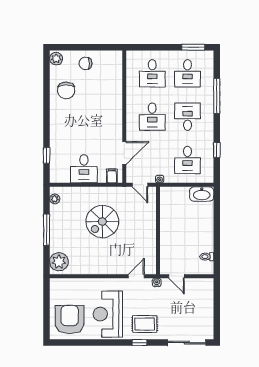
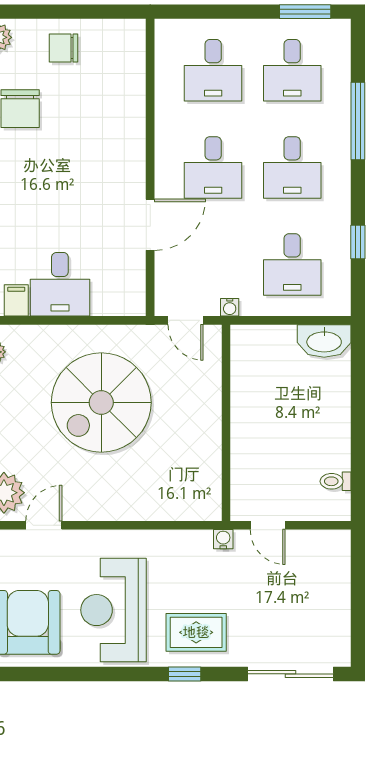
desk: (187, 117) -> (292, 167), turned 180
door: (124, 153) -> (150, 225), moved
filing cabinet: (112, 176) -> (16, 300), moved
spiral stairs: (102, 221) -> (101, 403), width x1.37, depth x1.37
door: (136, 276) -> (44, 525), moved

